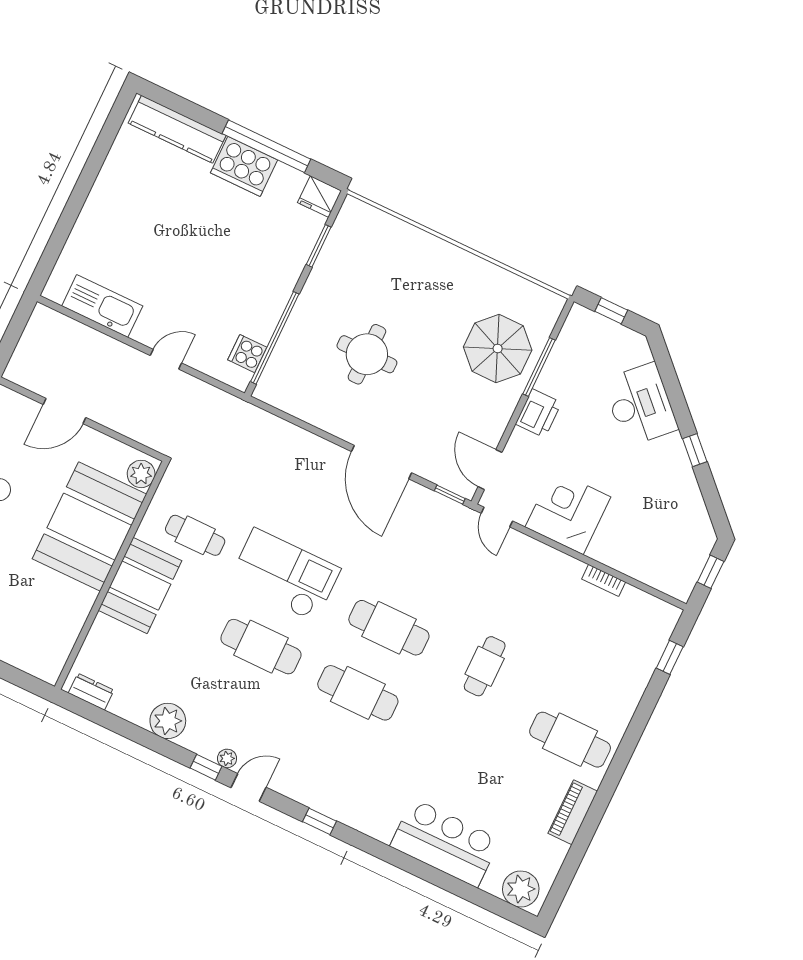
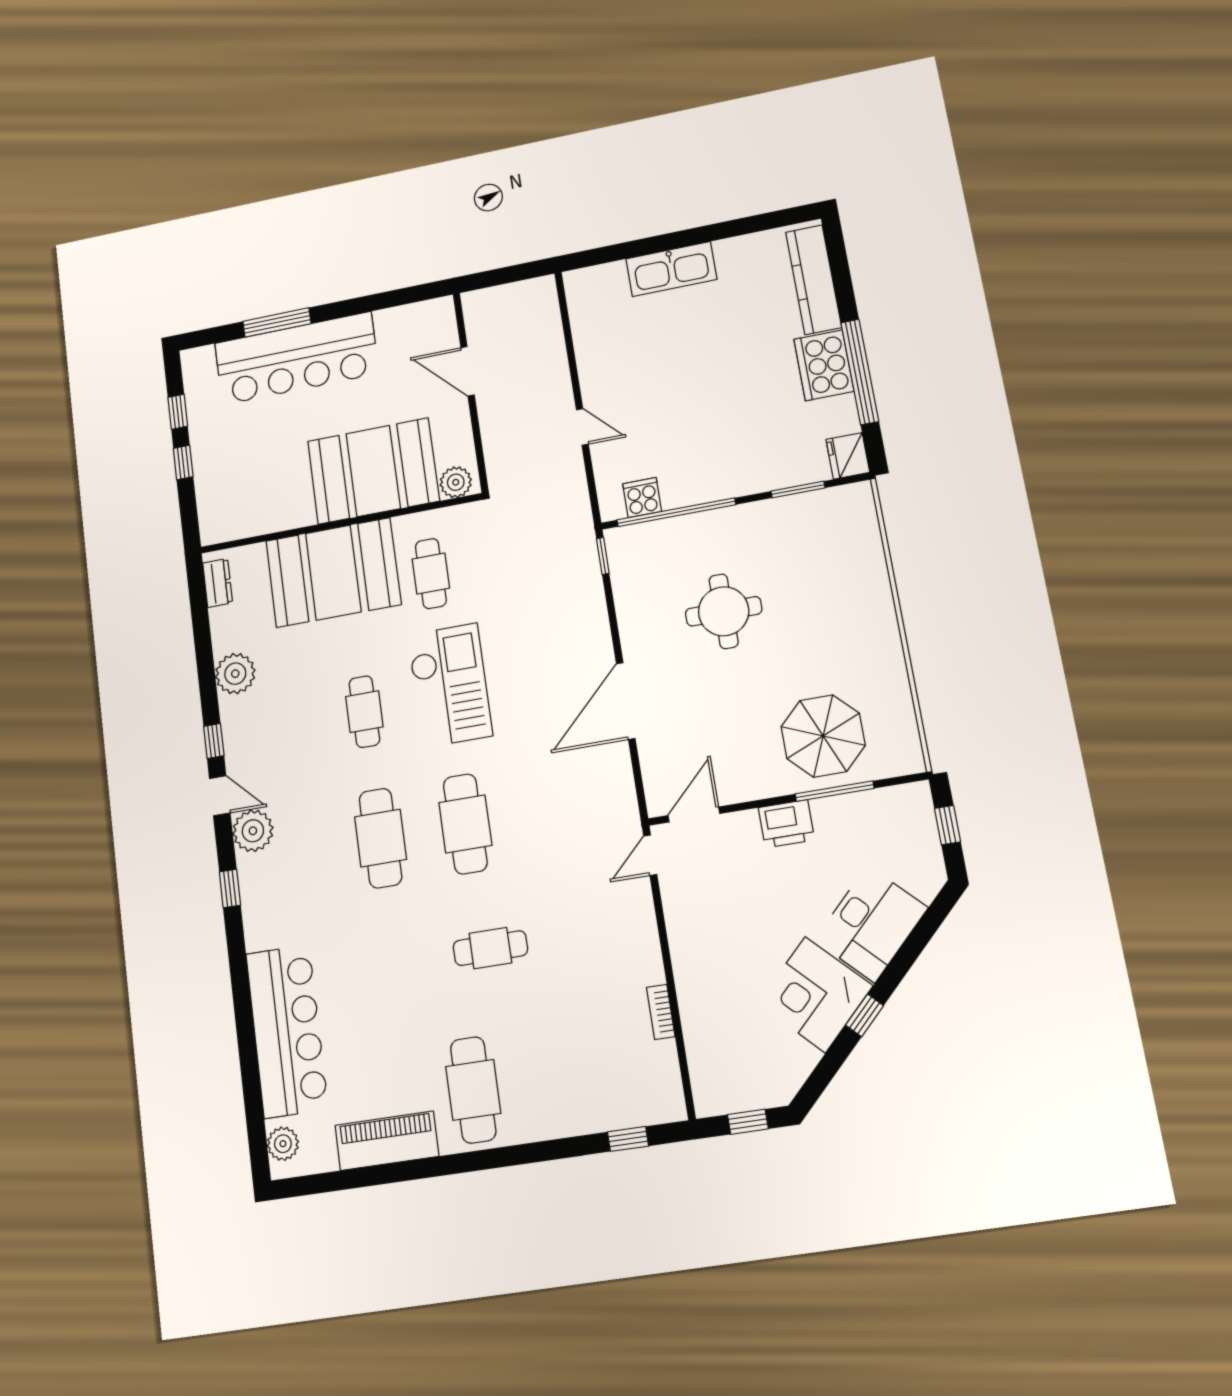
kitchen sink: (102, 306) -> (671, 269), moved, turned 90
window: (450, 495) -> (603, 556), moved
corner desk: (568, 512) -> (815, 995), moved, turned -135
booth: (140, 585) -> (333, 573), width x1.36, depth x1.42
cafe table: (261, 647) -> (364, 712), width x0.73, depth x0.74
plant: (227, 758) -> (253, 831), moved, width x1.88, depth x1.88
piano: (573, 812) -> (387, 1141), width x1.37, depth x1.33
bar counter: (445, 843) -> (287, 1031), width x1.36
plant: (521, 889) -> (283, 1144), width x0.73, depth x0.73

